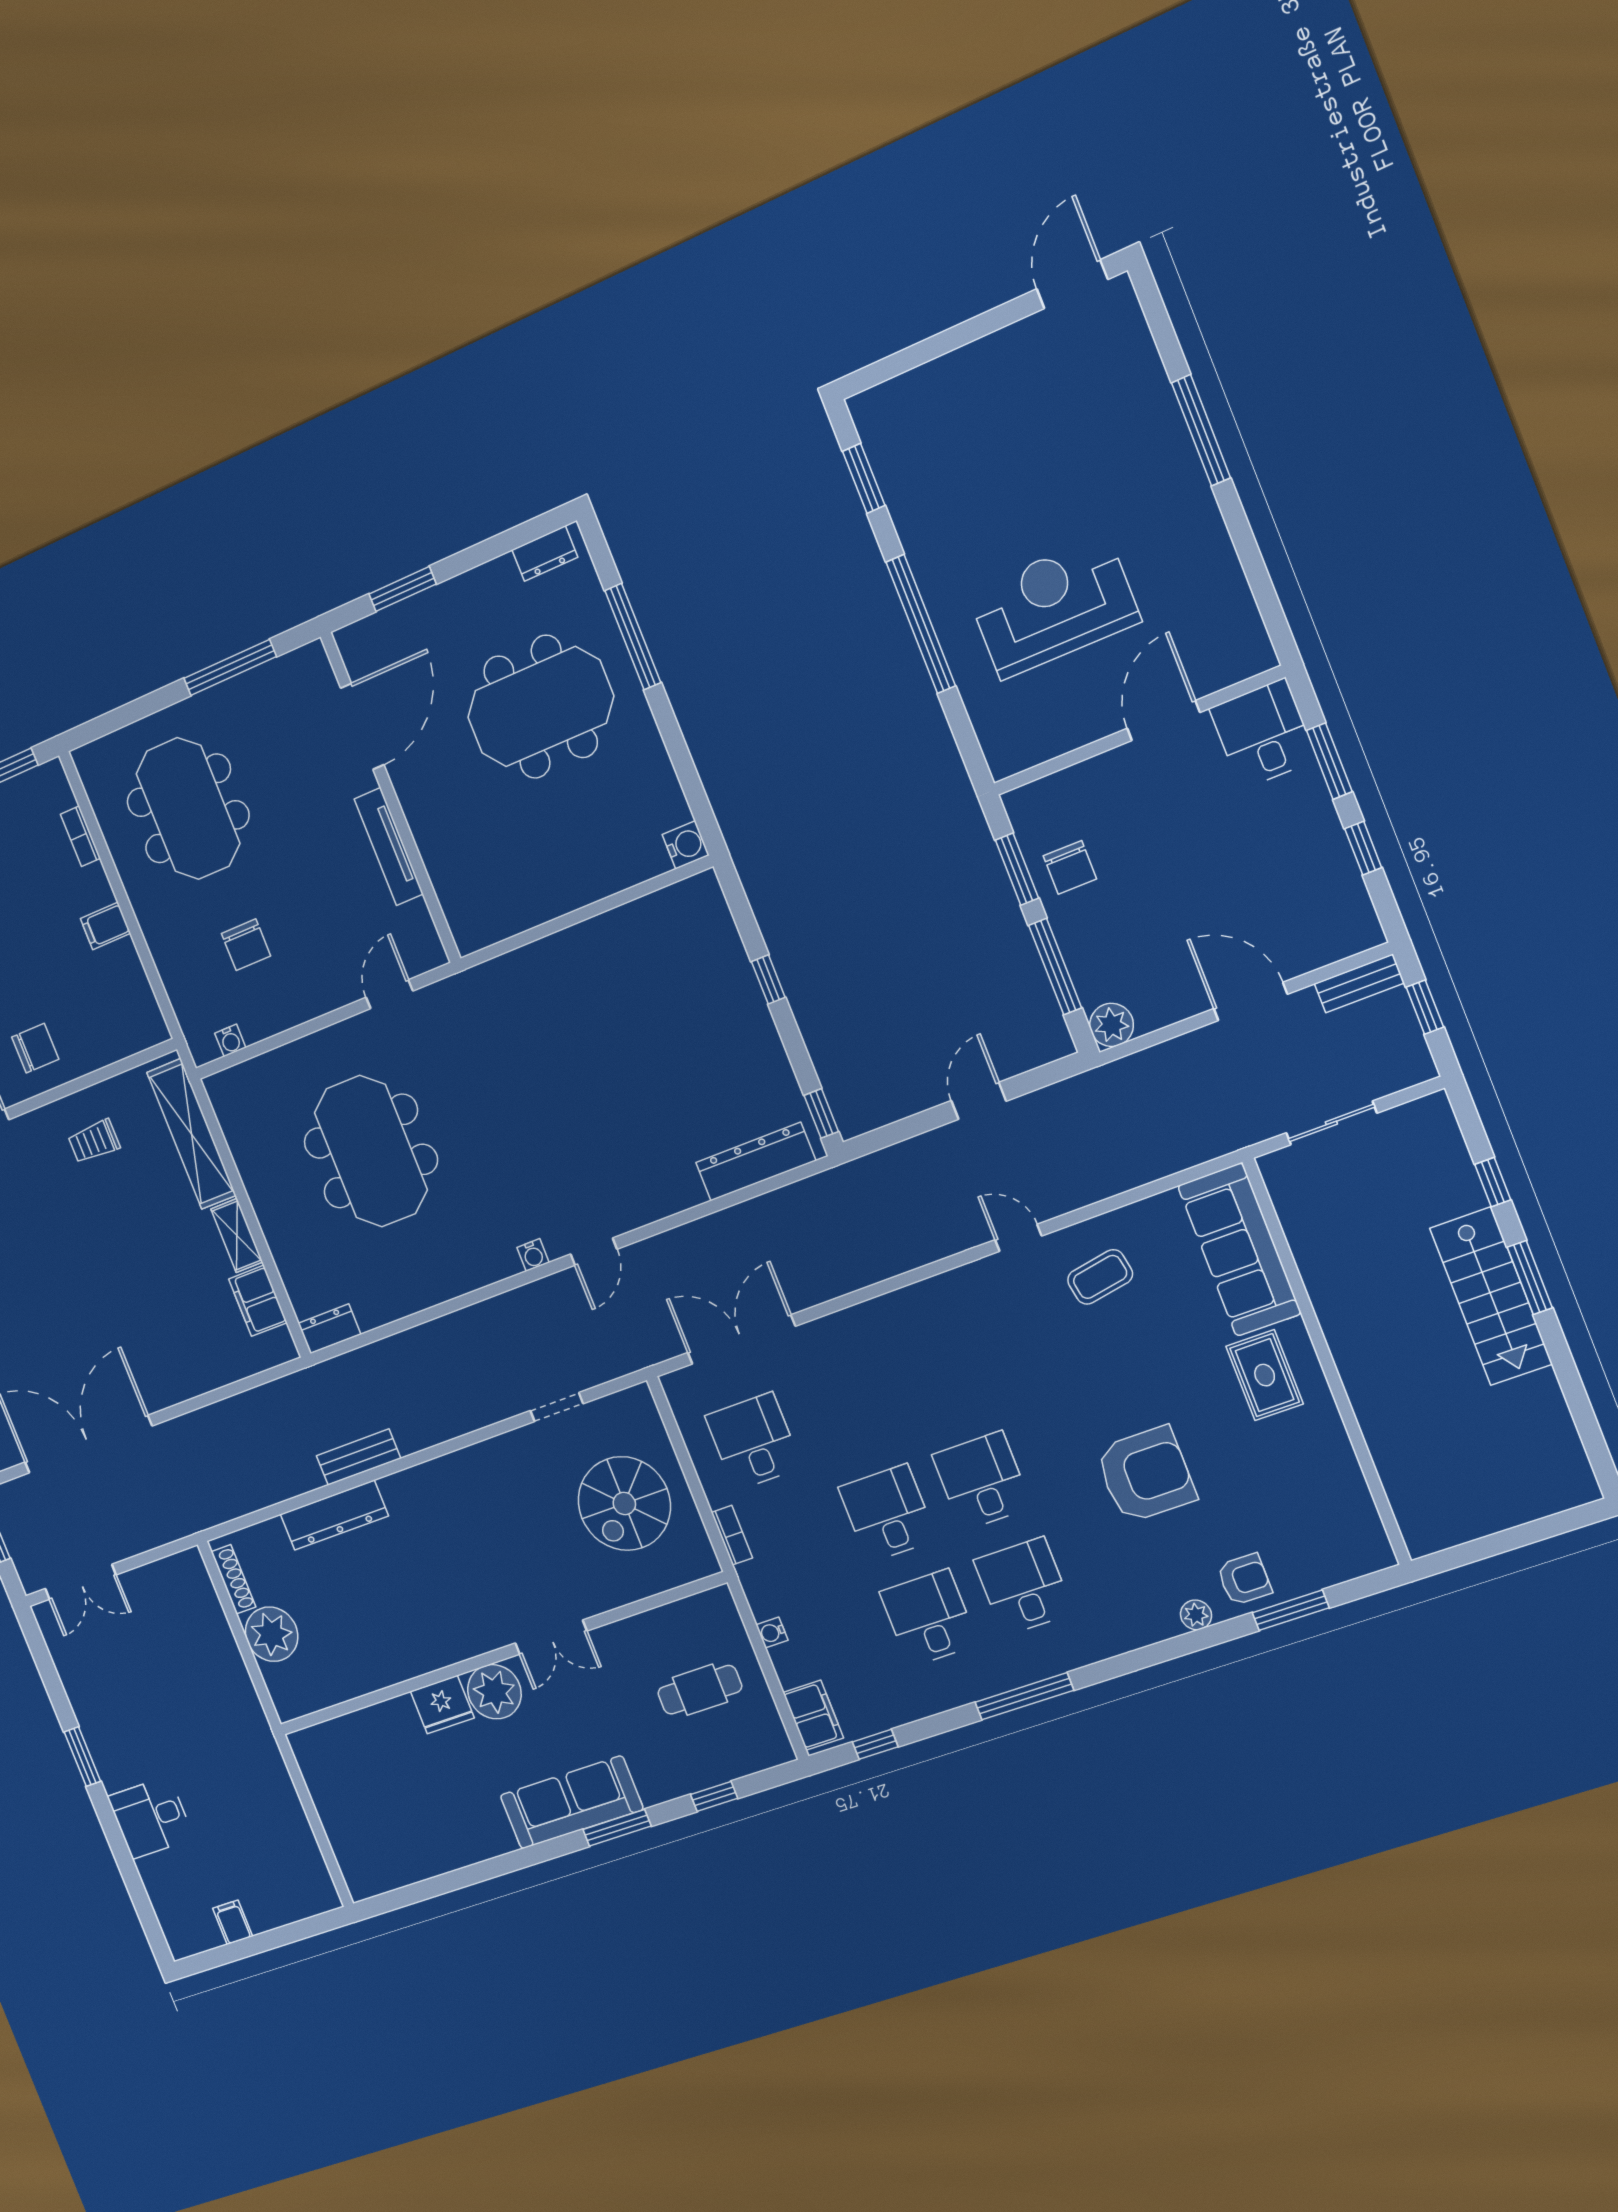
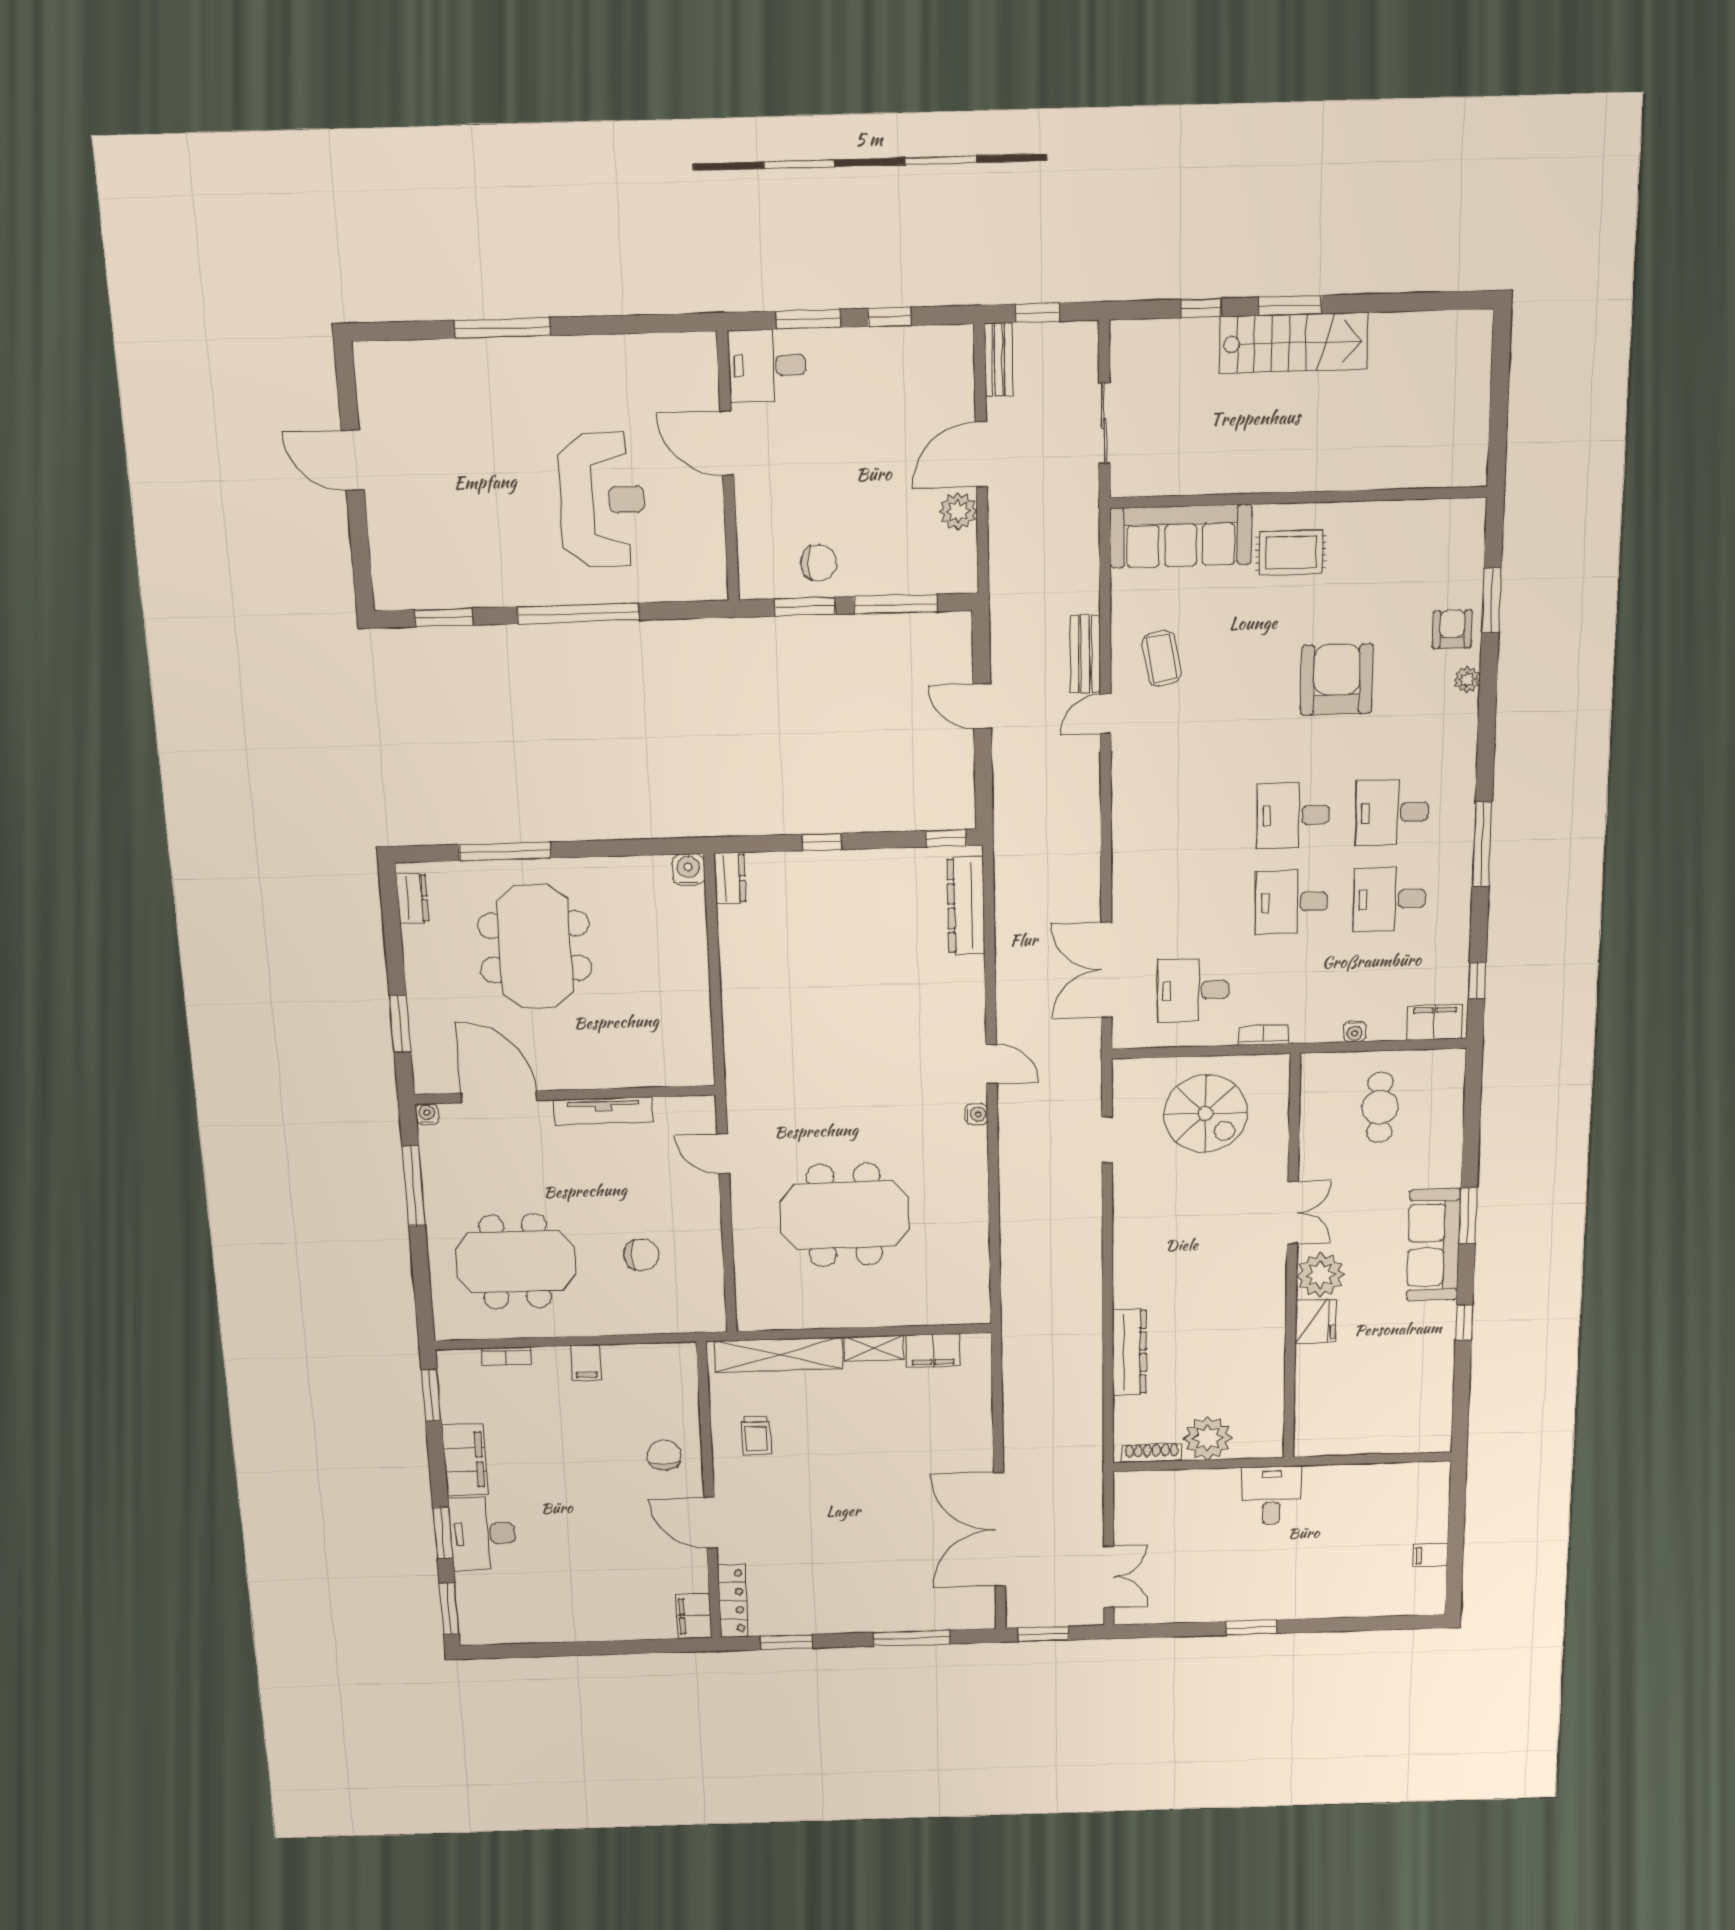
door: (1072, 284) -> (353, 460), moved
reception desk: (1054, 607) -> (603, 500), turned 180
plant: (1112, 1025) -> (958, 511), moved
water cooler: (230, 1040) -> (427, 1114), moved, turned -90
dresser: (329, 1329) -> (730, 878), moved, turned 180
bench: (358, 1457) -> (1085, 654), moved
window: (714, 1796) -> (1464, 1322), moved
desk: (151, 1817) -> (1271, 1495), moved, turned 180

